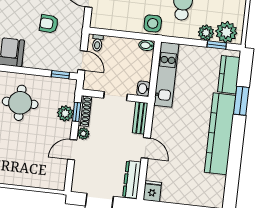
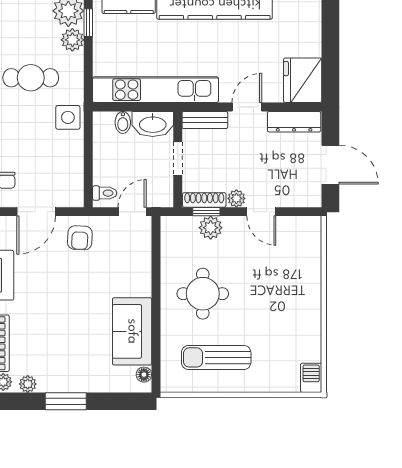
armchair: (49, 24) -> (80, 238), moved
bidet: (147, 45) -> (123, 122), moved
window: (60, 75) -> (156, 241), removed
kitchen unit: (166, 75) -> (155, 90), width x1.36
washbasin: (143, 89) -> (153, 124), width x1.91, depth x1.45
fridge: (152, 191) -> (303, 80), width x1.88, depth x1.34

